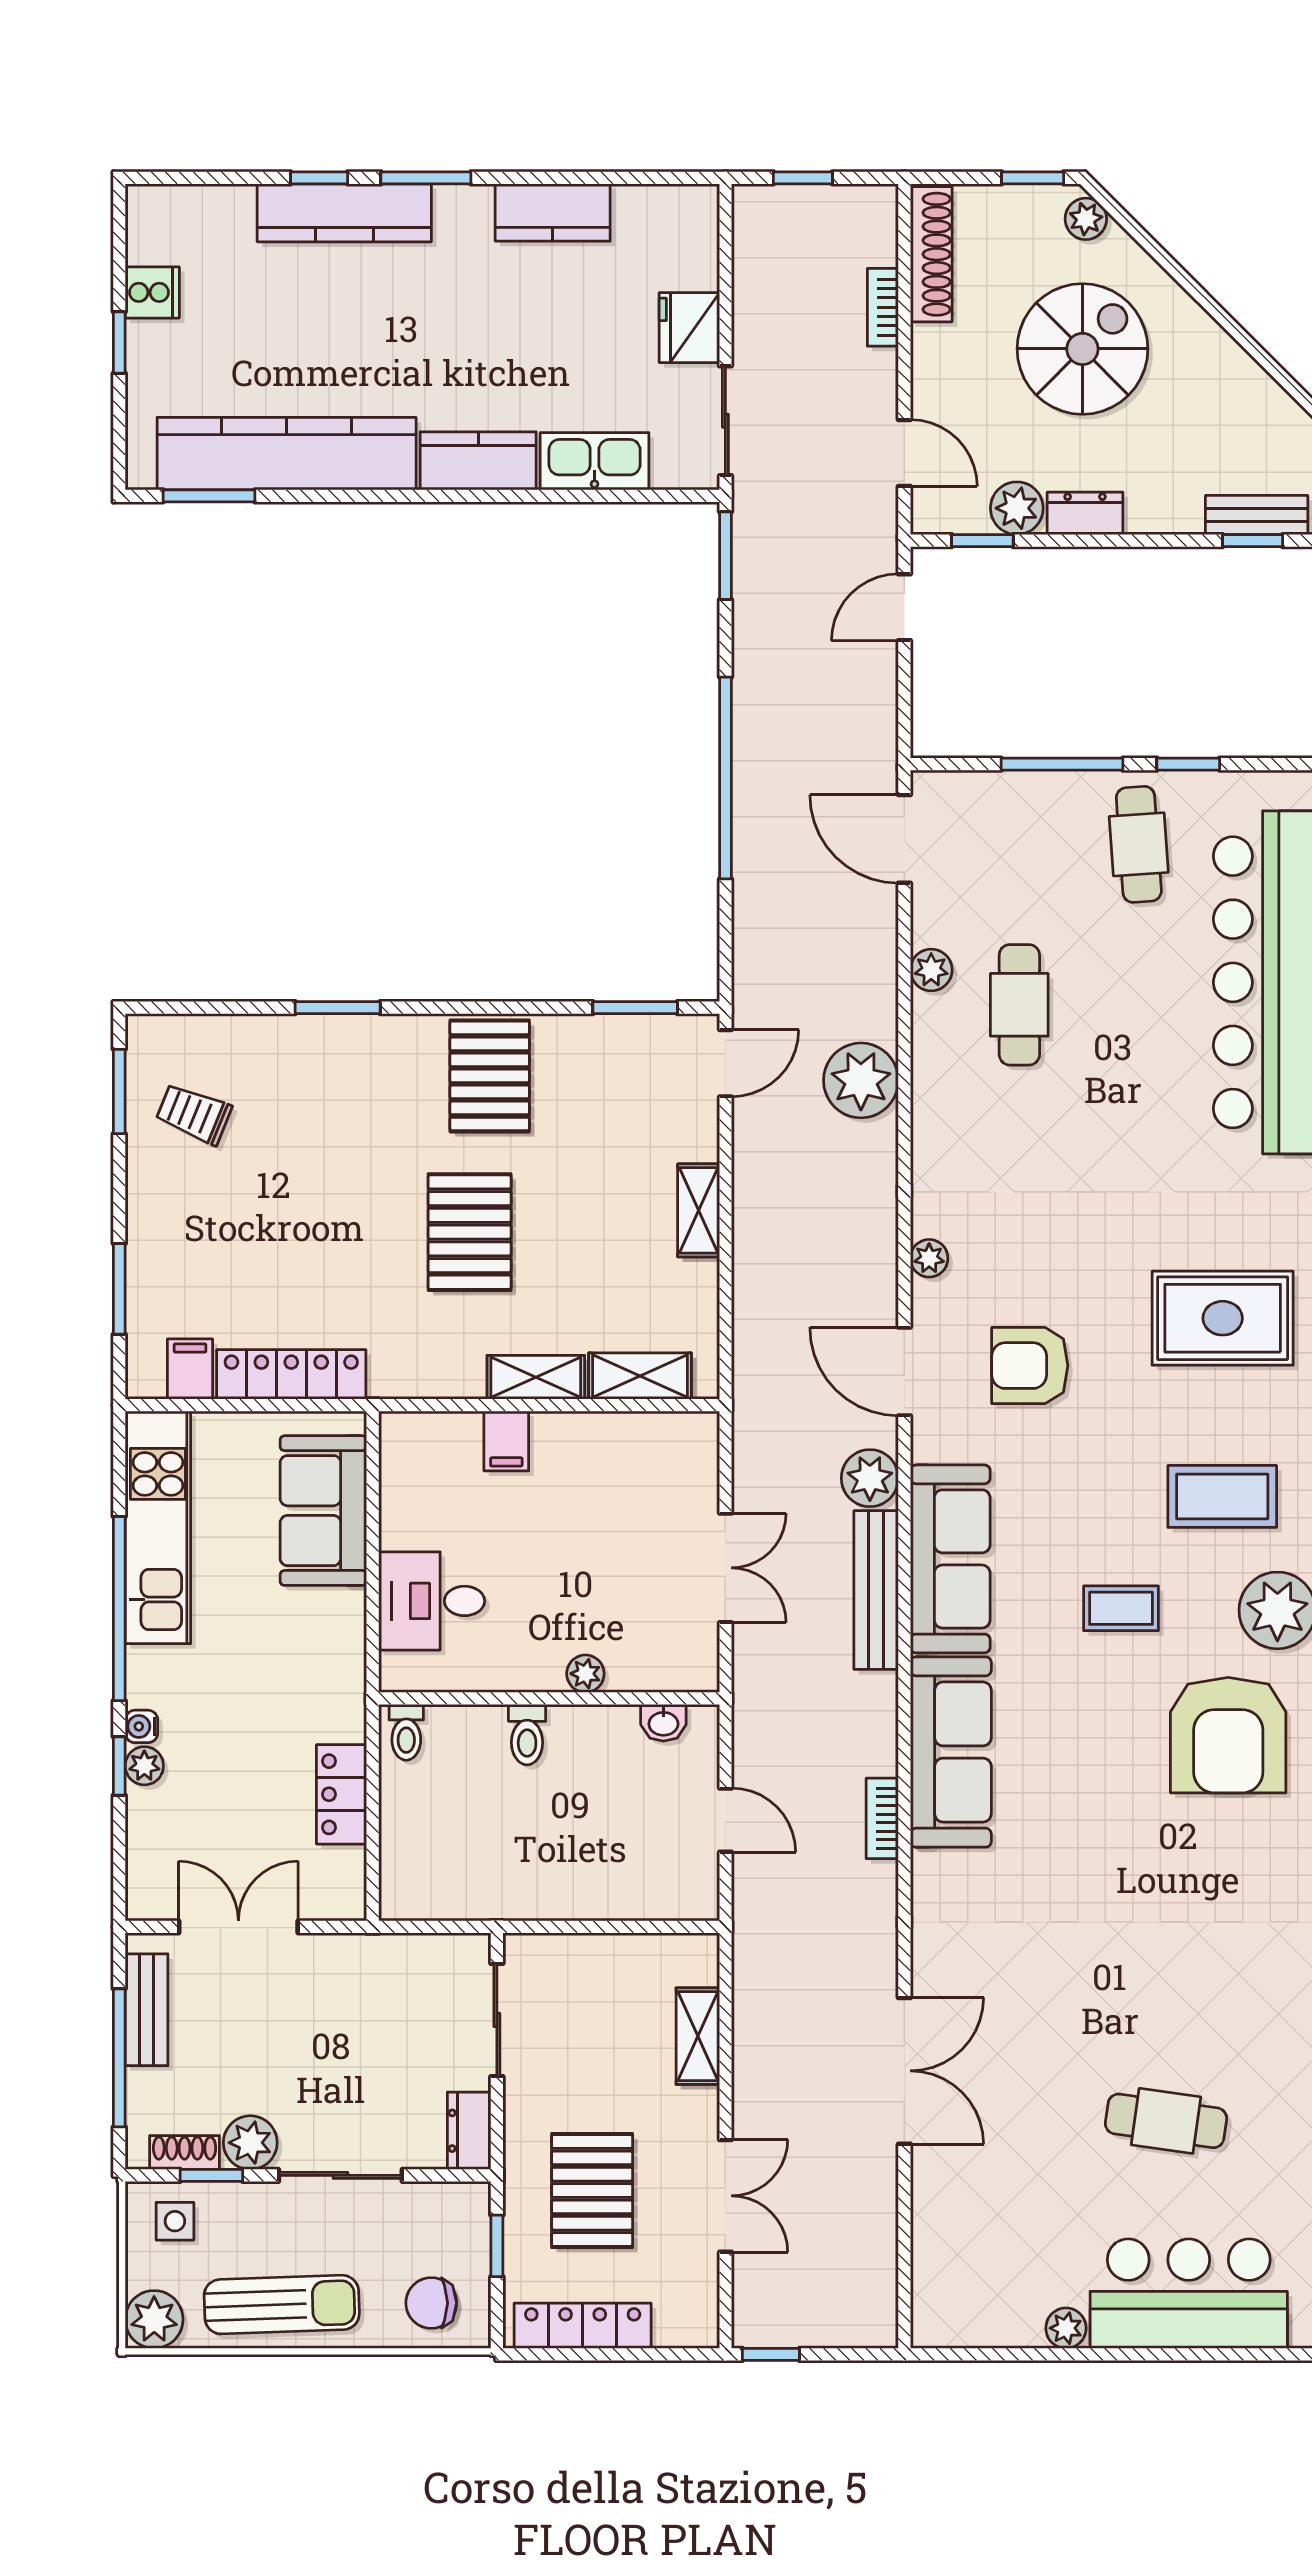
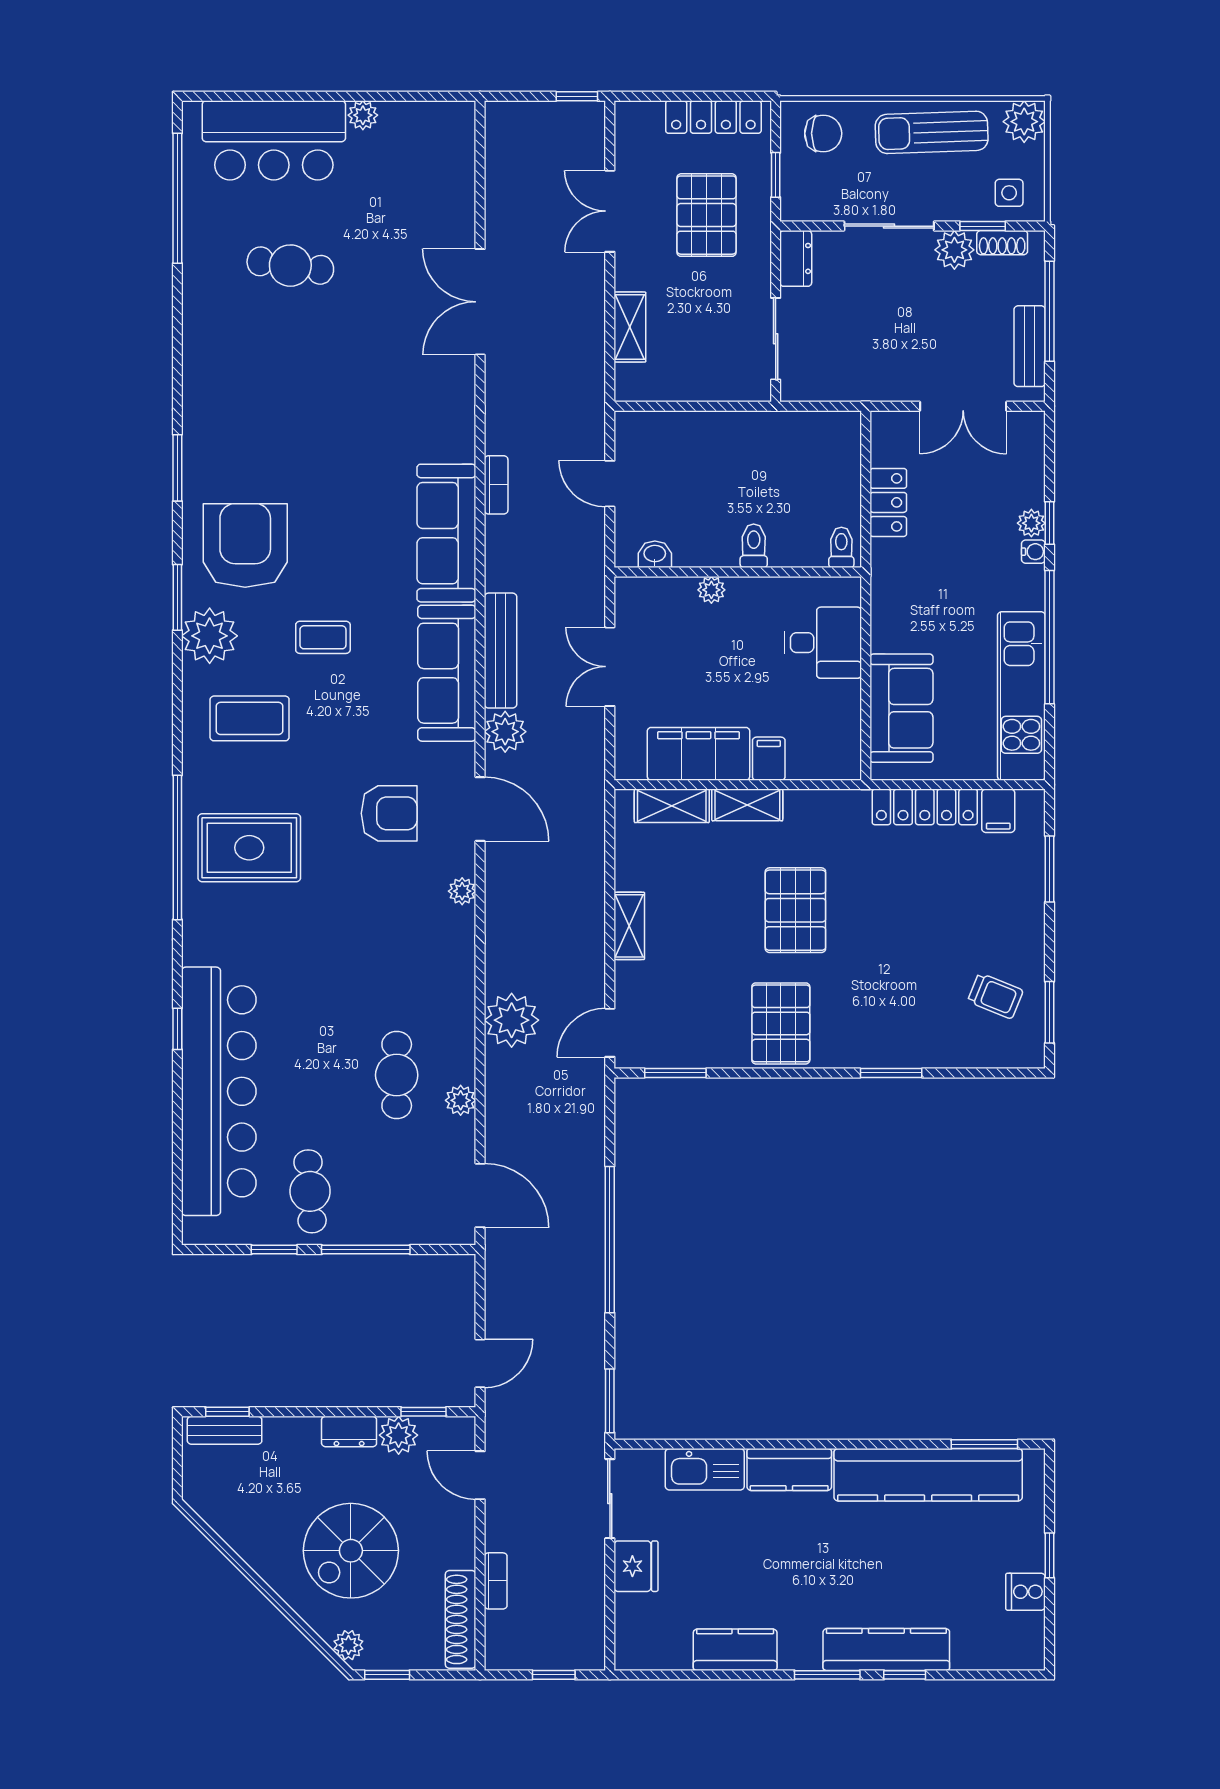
filing cabinet: (603, 1448) -> (698, 754), added

